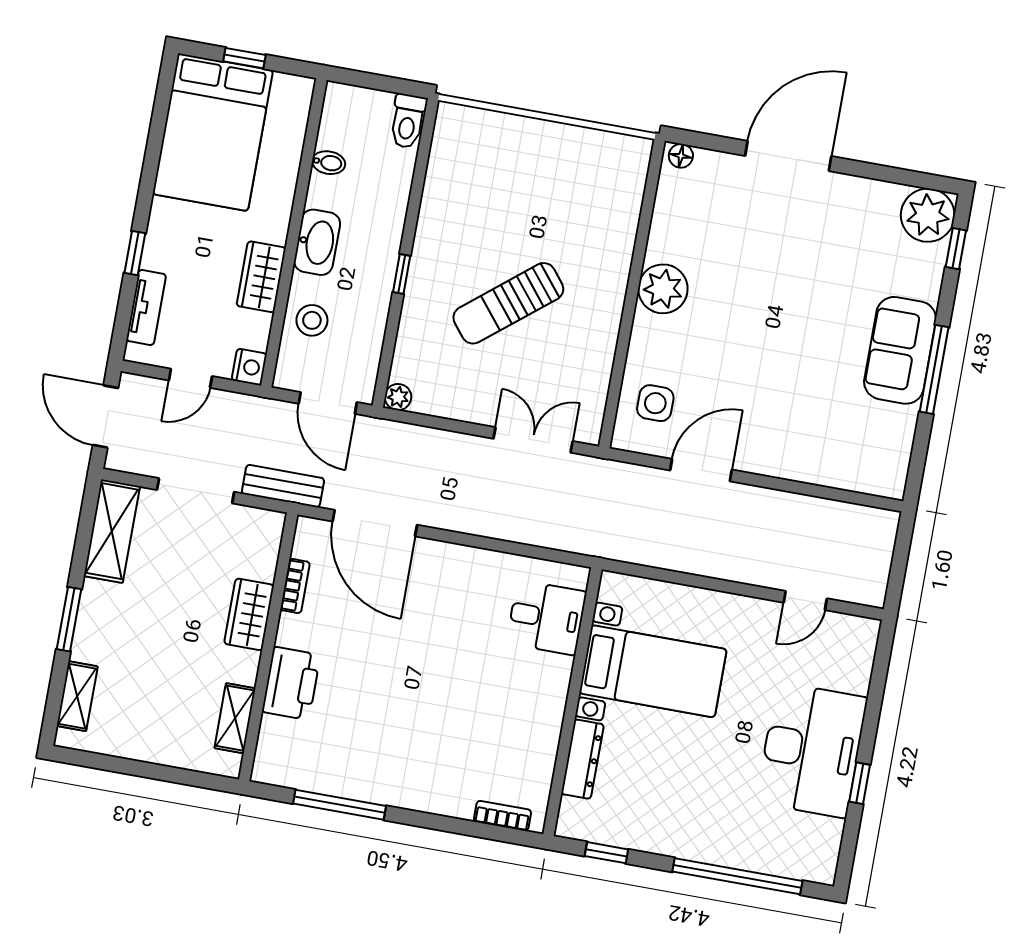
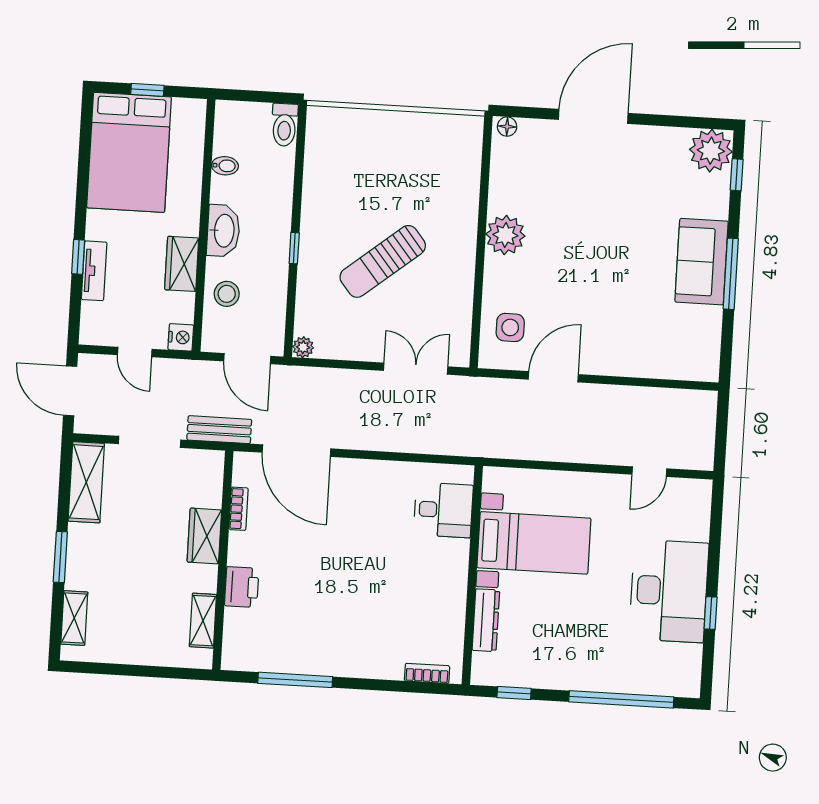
tv unit: (146, 308) -> (94, 271), moved
door: (190, 378) -> (135, 352), hinge flipped
printer: (291, 683) -> (242, 587), width x0.73, depth x0.84

